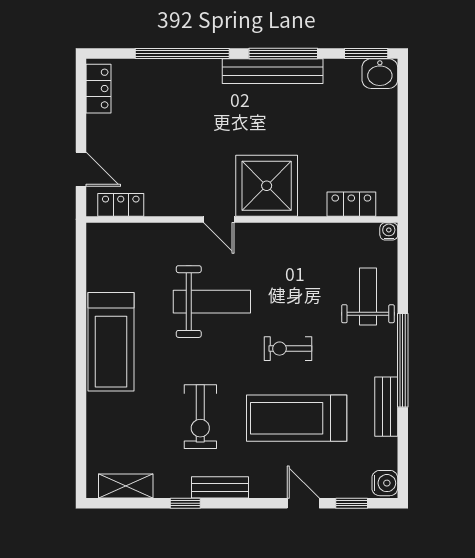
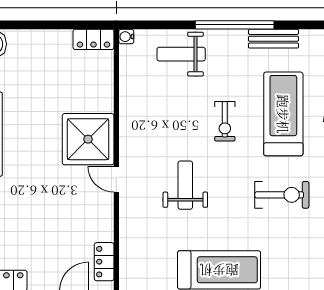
locker: (351, 204) -> (93, 39), moved, turned -90
door: (219, 219) -> (116, 179), swing flipped
weight bench: (212, 302) -> (185, 185), width x0.73, depth x0.75
treadmill: (297, 418) -> (283, 114), turned 180

